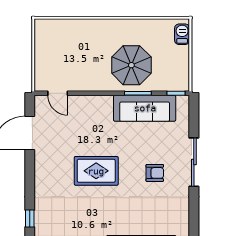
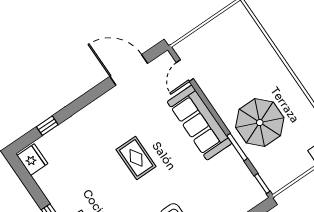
sofa: (145, 108) -> (200, 123), moved
rug: (96, 171) -> (136, 158), width x0.73, depth x0.70

